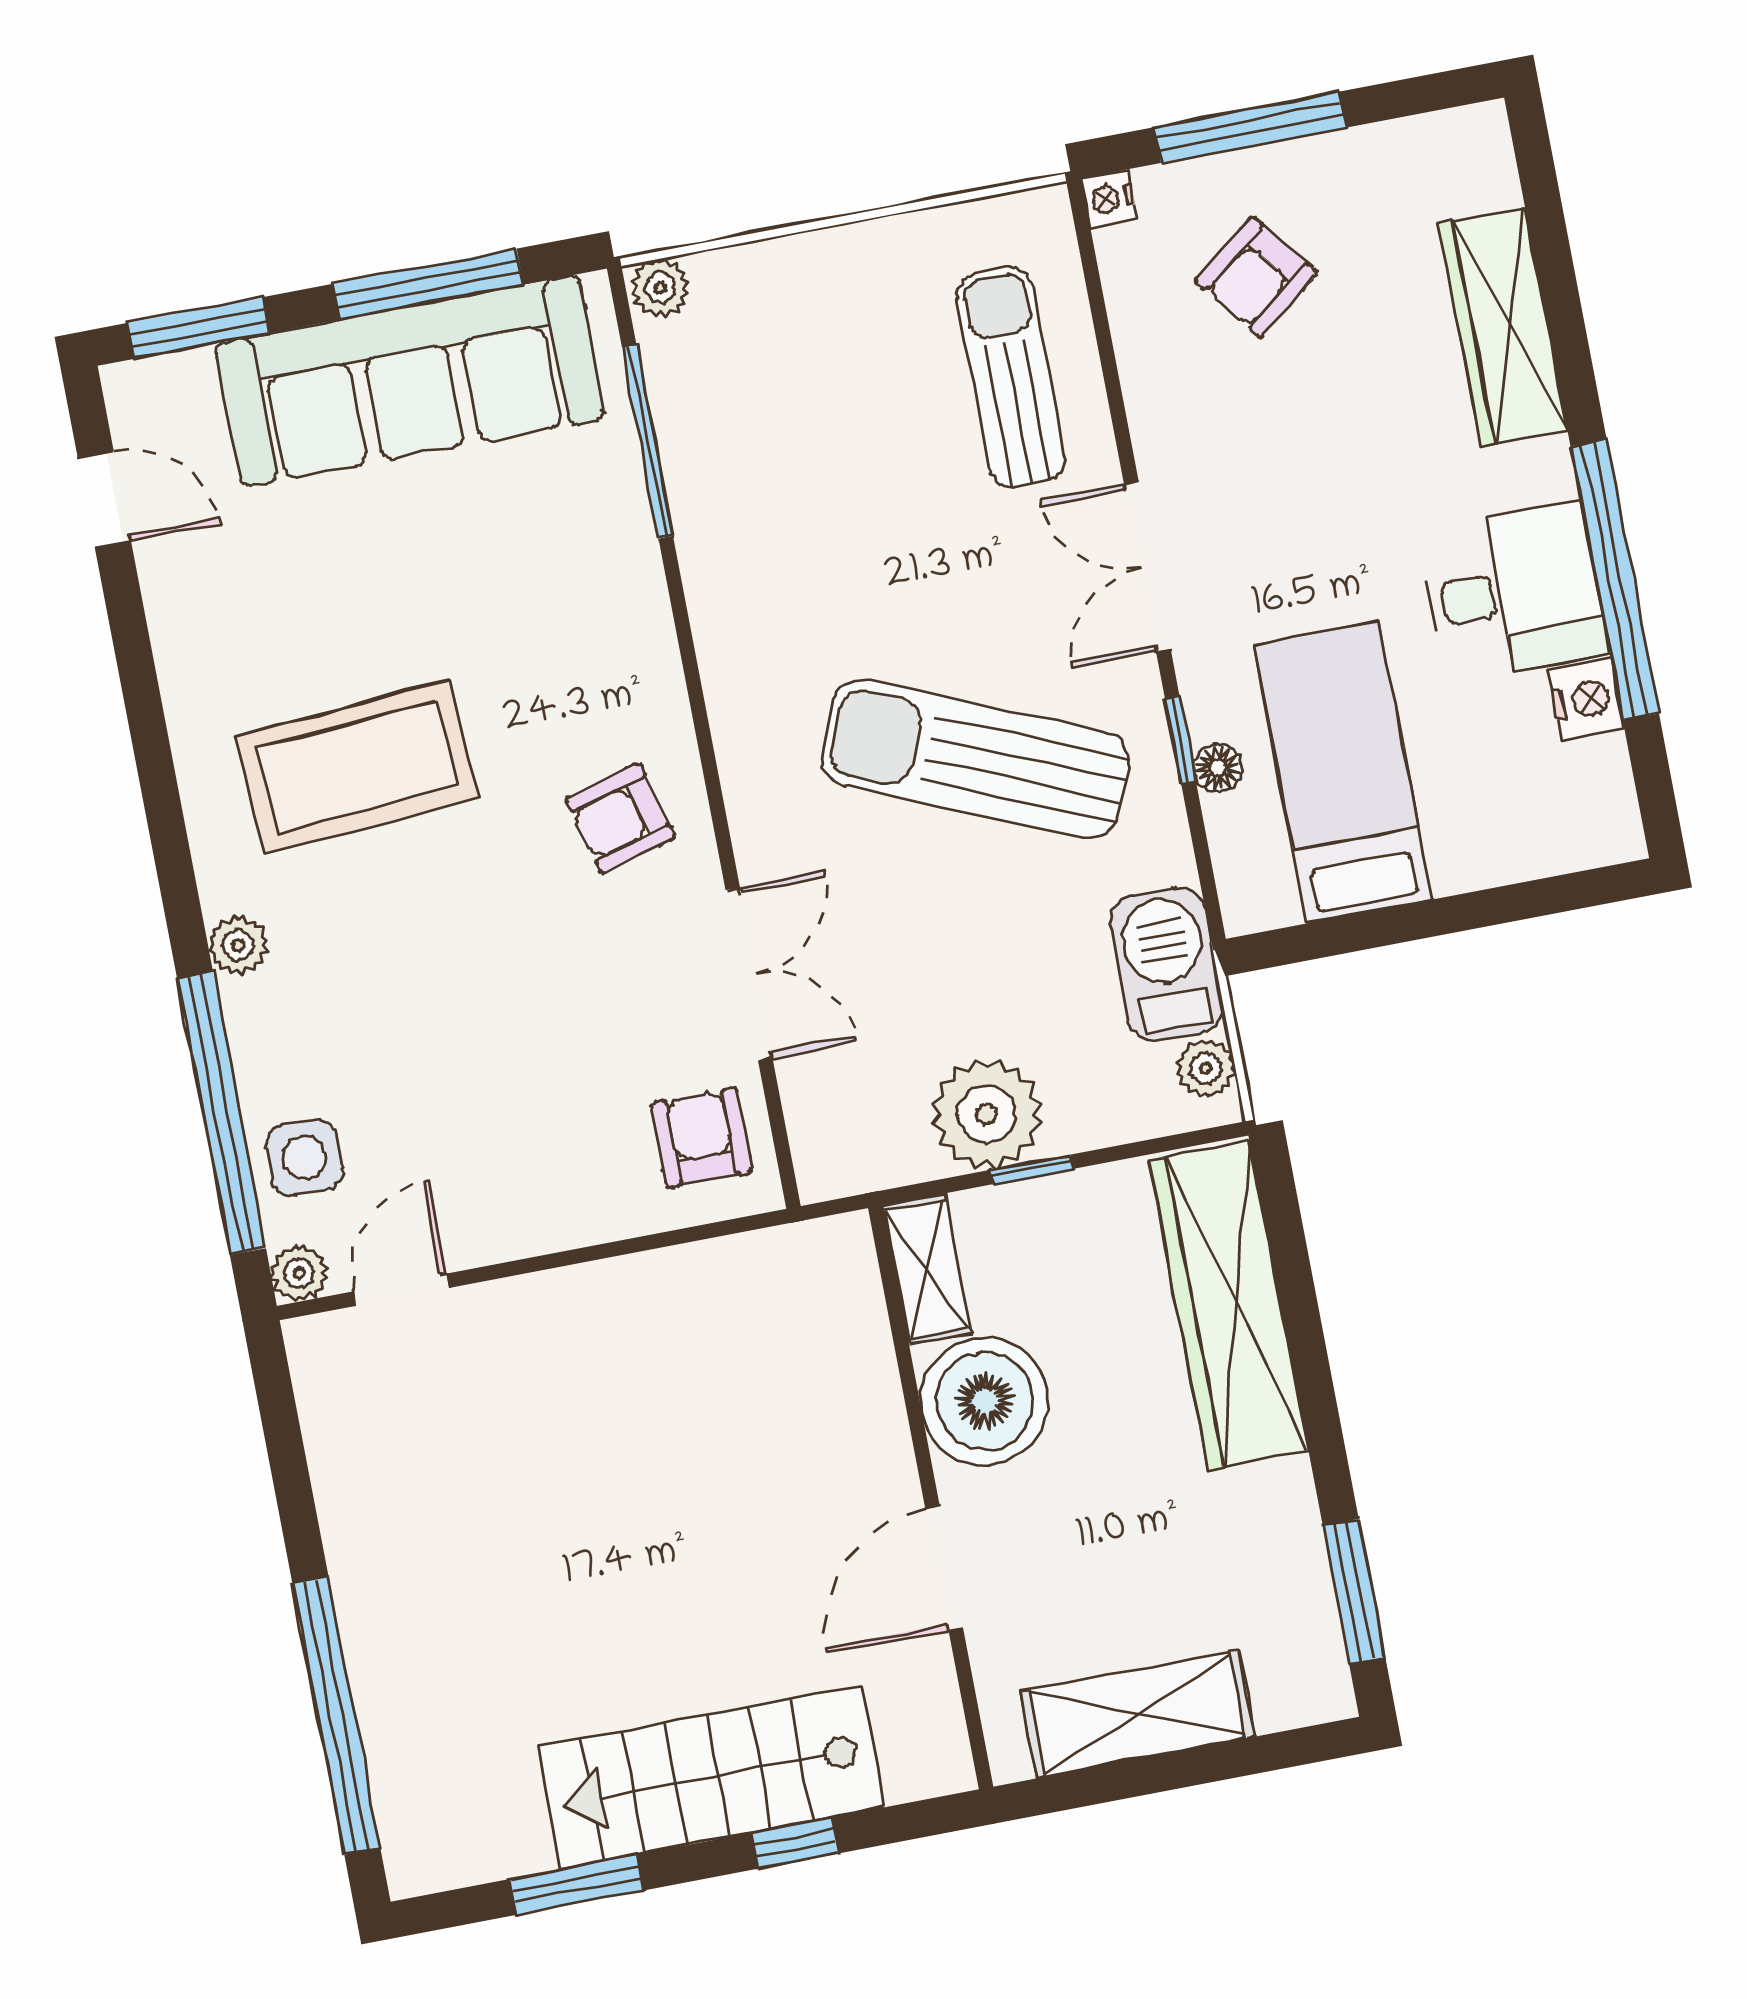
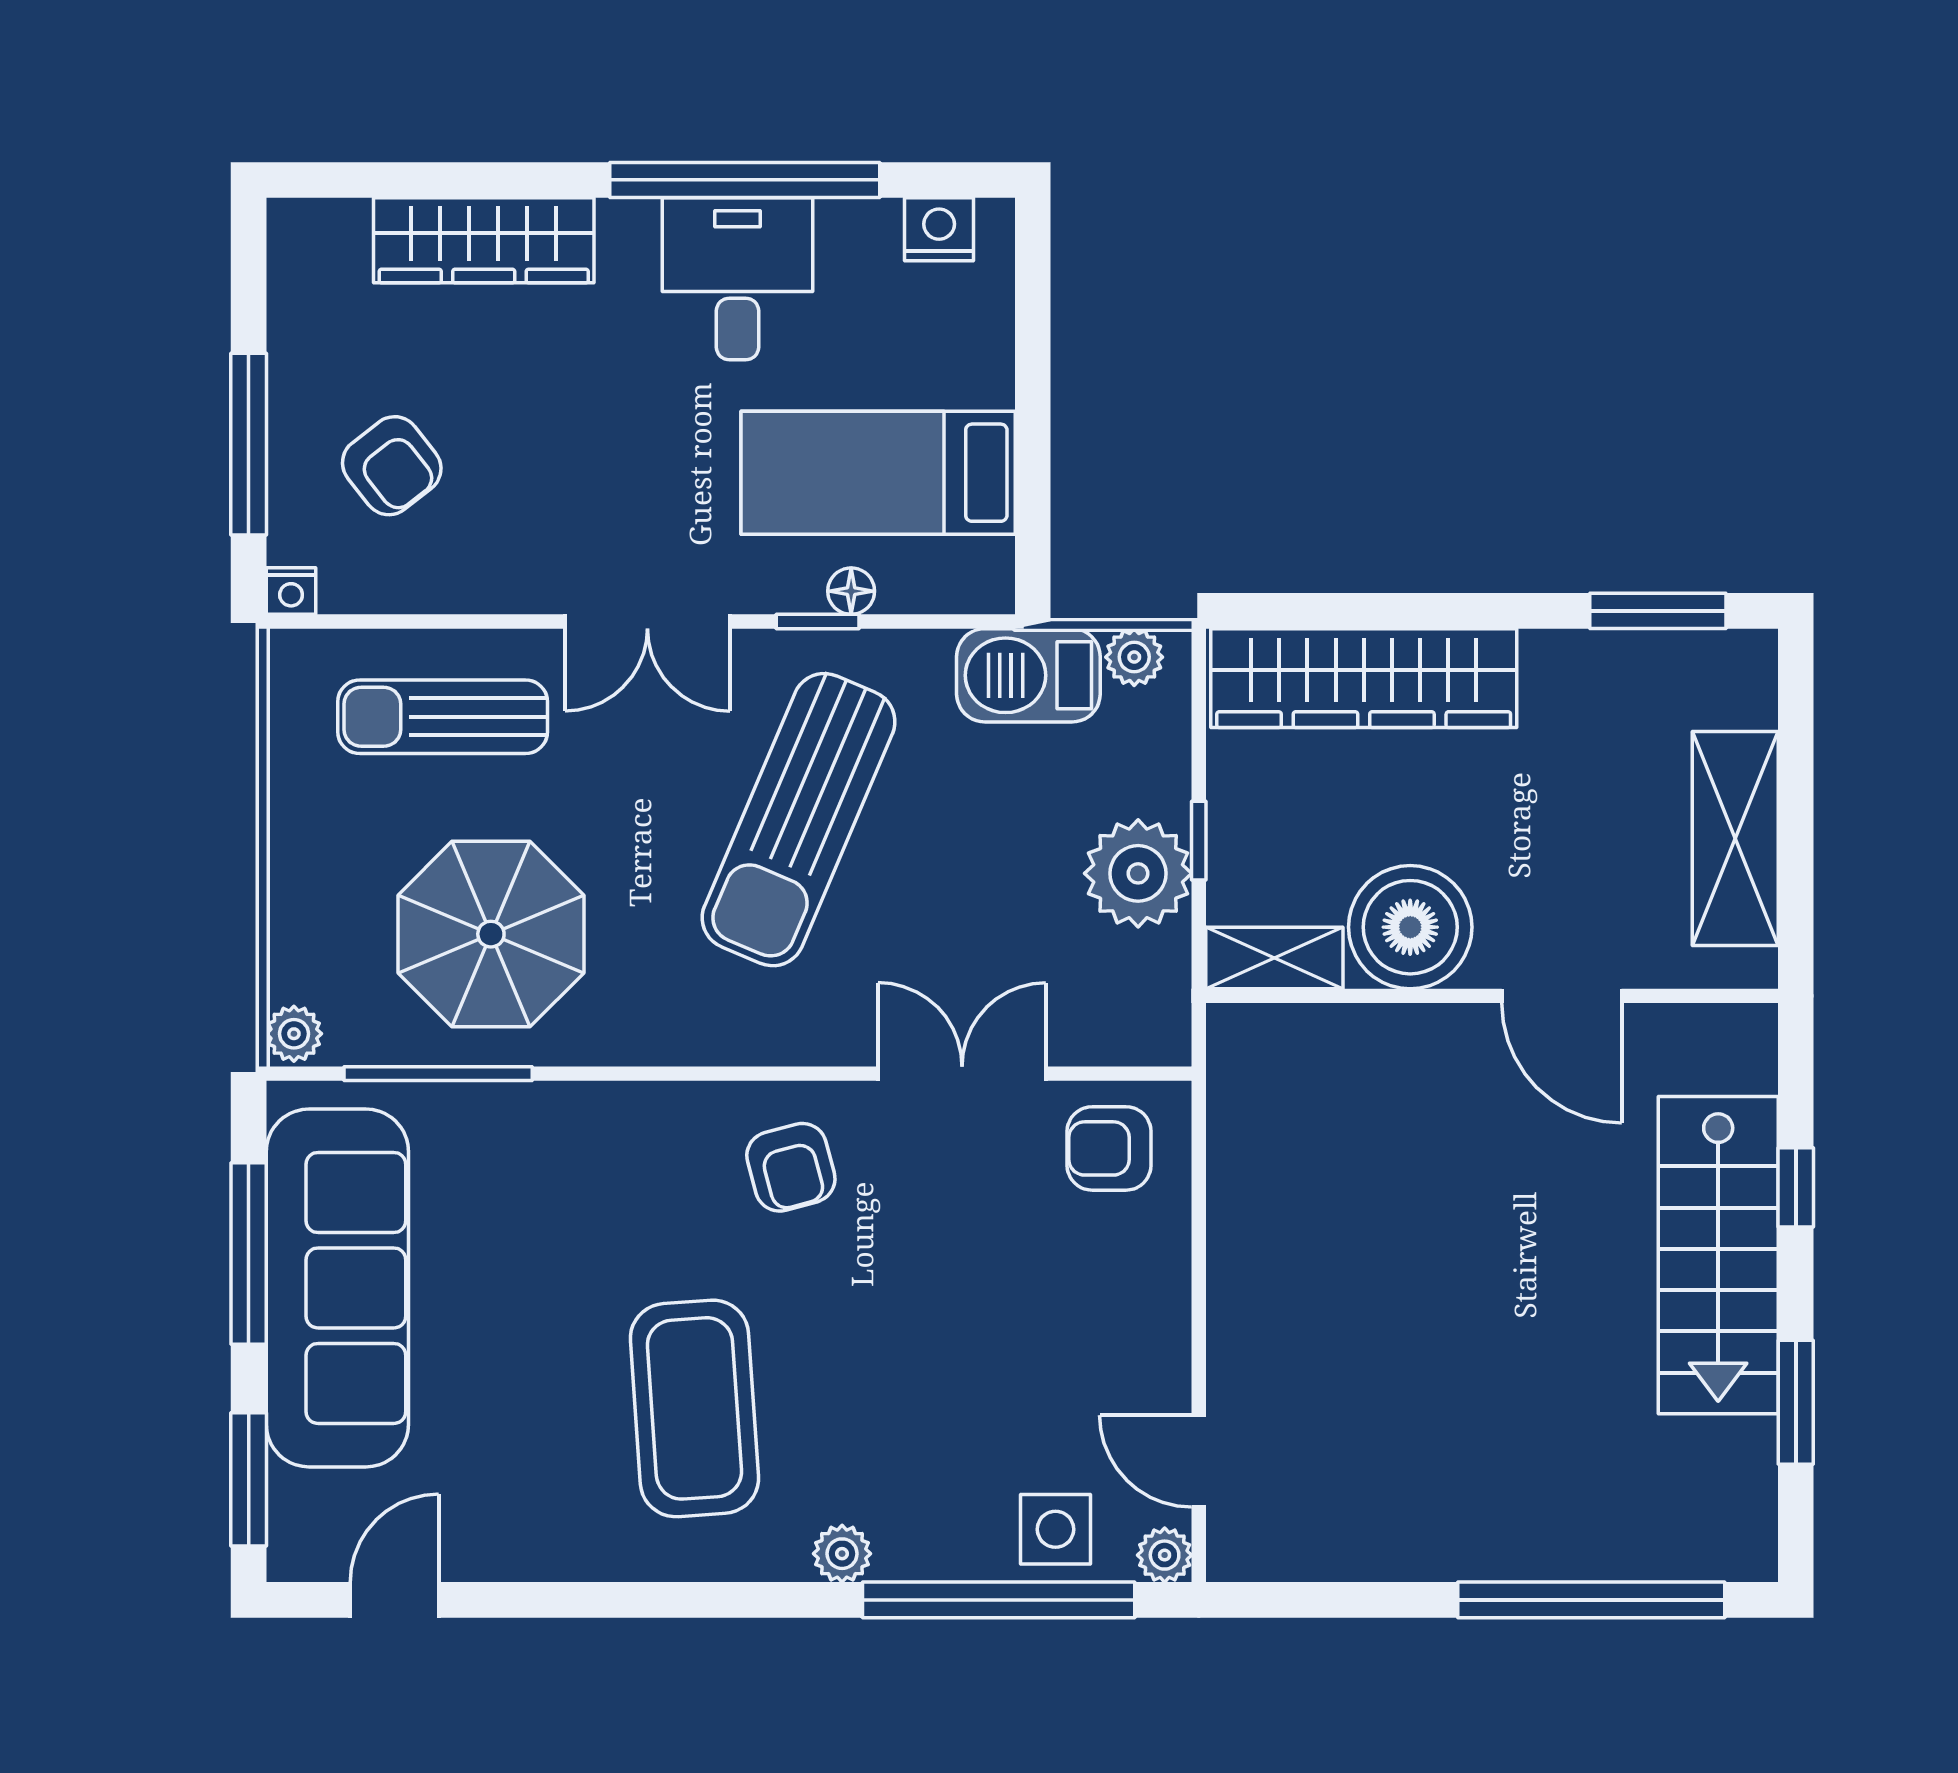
parasol: (799, 468) -> (491, 934), added
nightstand: (1586, 699) -> (939, 229), moved

